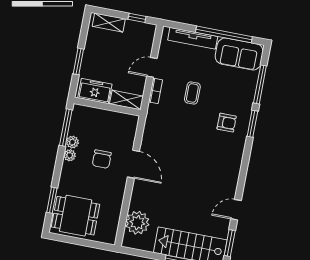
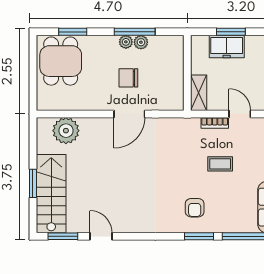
freezer: (95, 91) -> (227, 47), moved, turned 90
window: (66, 128) -> (135, 32), moved

